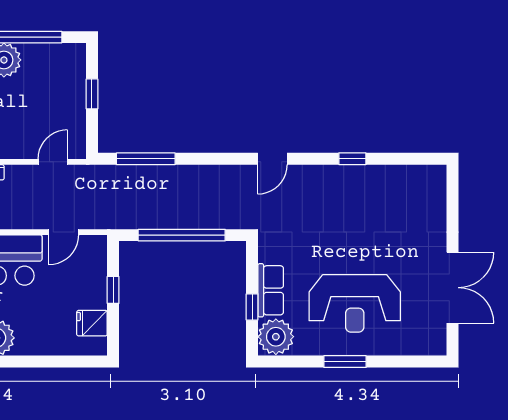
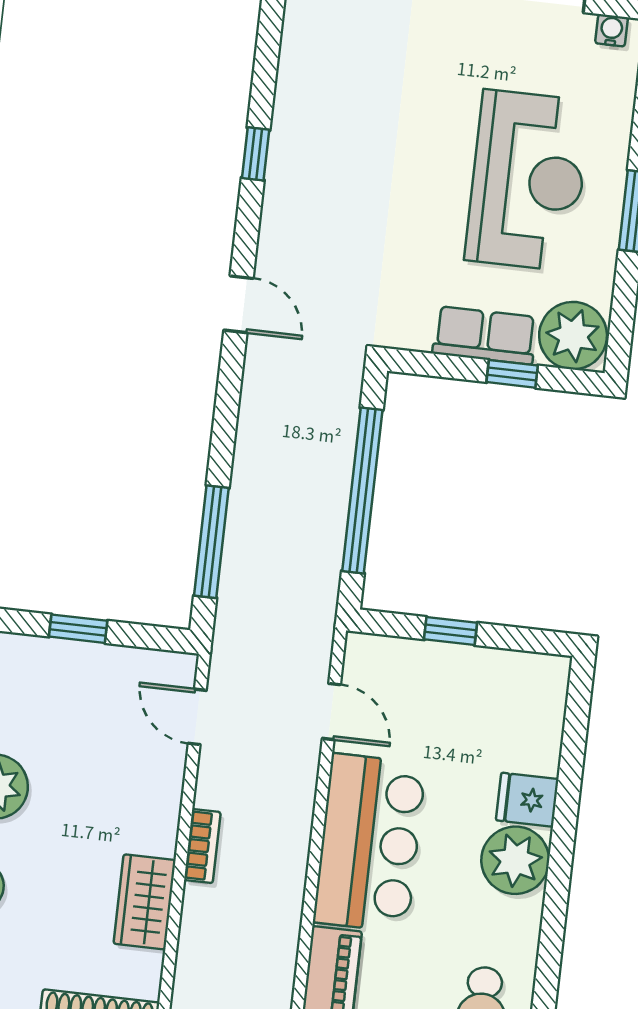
fridge: (92, 323) -> (527, 800), moved, turned 90
water cooler: (439, 339) -> (612, 30), added

